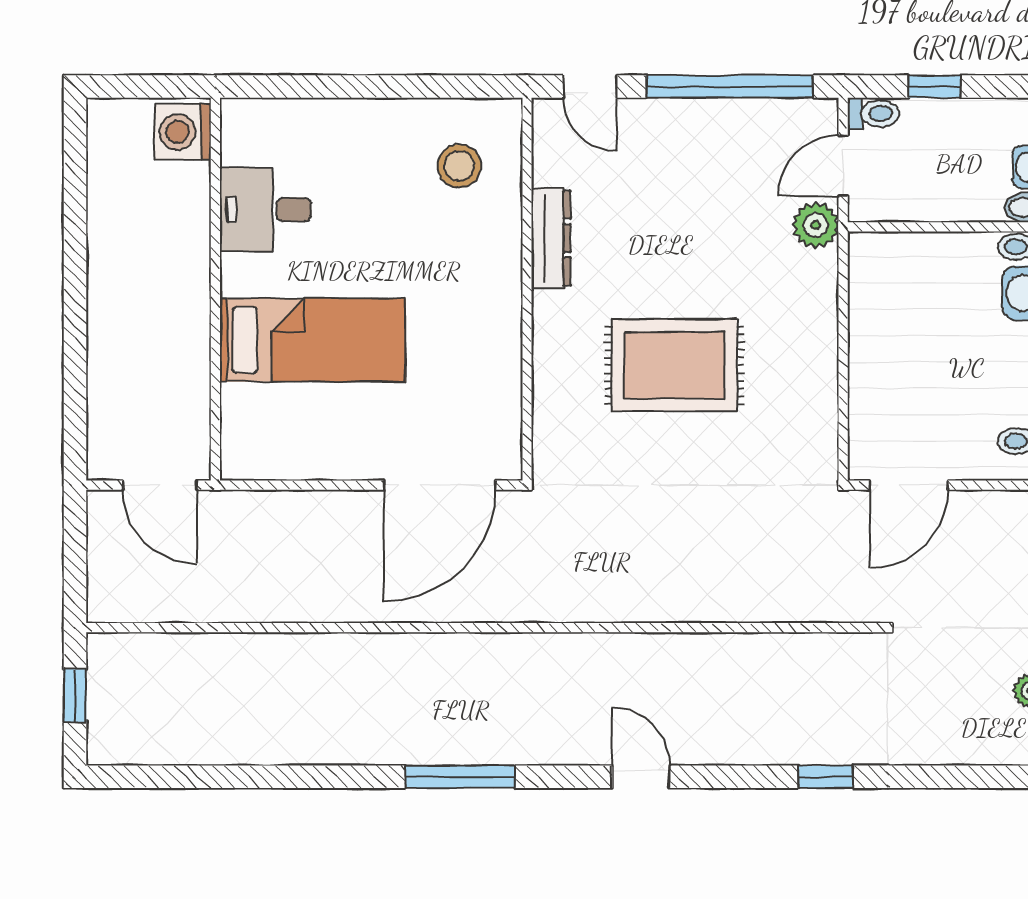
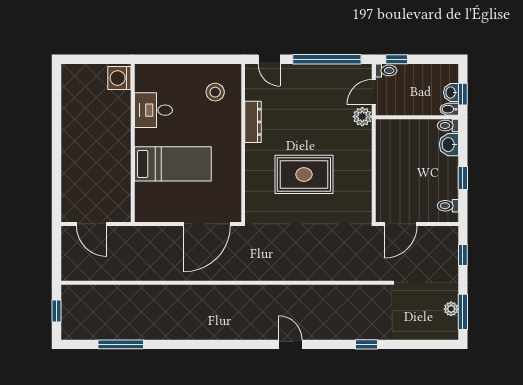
window: (935, 87) -> (397, 59), moved
washing machine: (183, 132) -> (119, 78), moved
desk: (265, 210) -> (153, 110), moved
wall: (215, 289) -> (133, 143), moved
bed: (312, 340) -> (173, 164), moved
window: (460, 777) -> (121, 344), moved

